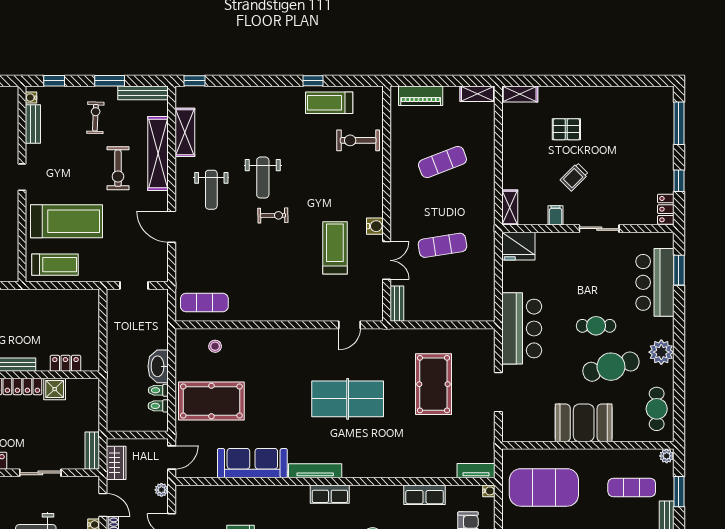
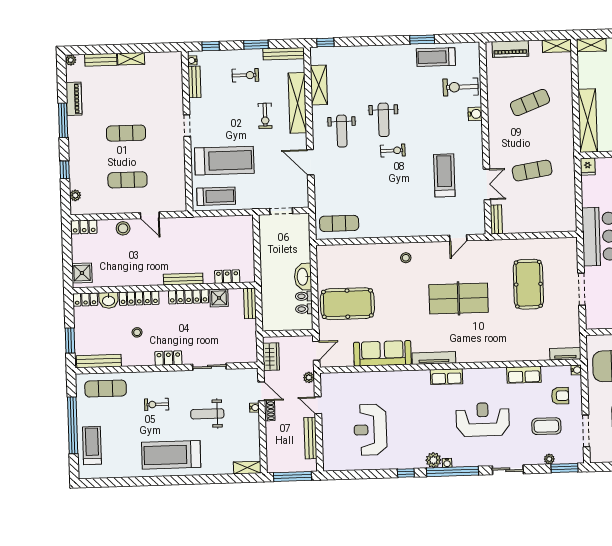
window: (313, 81) -> (422, 39), width x1.50
exercise bike: (95, 118) -> (245, 75), turned 88
exercise bike: (118, 168) -> (265, 116), width x0.73, depth x0.72
shelving: (510, 208) -> (588, 121), width x2.20, depth x1.33
water cooler: (375, 226) -> (475, 114), moved
fridge: (518, 246) -> (588, 166), width x0.53, depth x0.75
stool: (215, 346) -> (406, 258), moved
bench: (92, 451) -> (250, 303), moved

